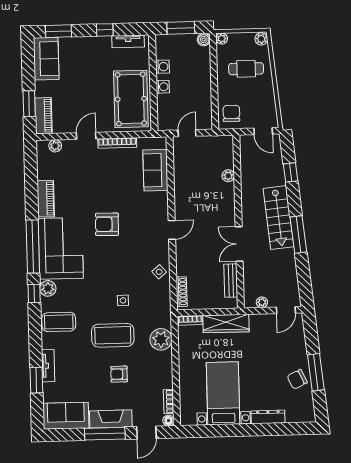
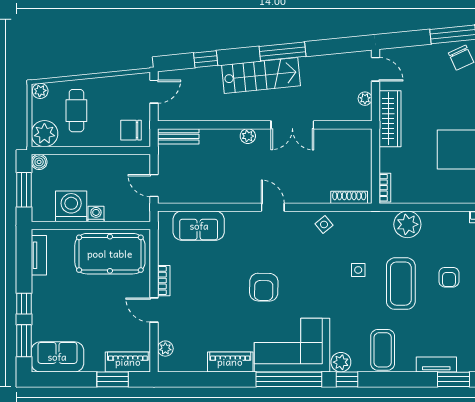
window: (105, 30) -> (24, 304), moved
plant: (222, 39) -> (44, 134), width x1.87, depth x1.87
washing machine: (162, 67) -> (71, 206), width x1.89, depth x1.89
bookcase: (117, 143) -> (164, 281), width x0.64
plant: (228, 176) -> (248, 136), moved
bench: (231, 281) -> (178, 136), moved
wardrobe: (226, 324) -> (390, 119), moved

